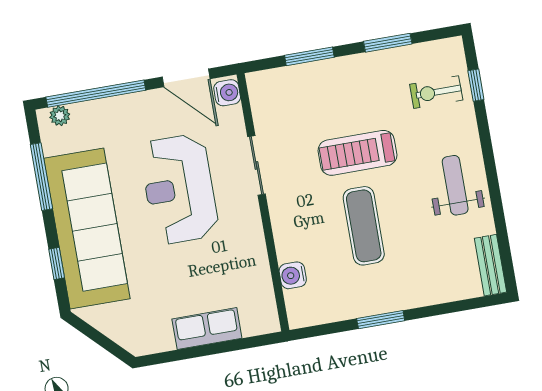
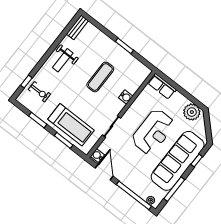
treadmill: (357, 153) -> (71, 125), moved, width x1.37, depth x1.38
reception desk: (179, 189) -> (153, 132), moved
water cooler: (293, 275) -> (126, 97), moved
row of seats: (207, 329) -> (162, 86), moved
plant: (152, 334) -> (192, 112), added

